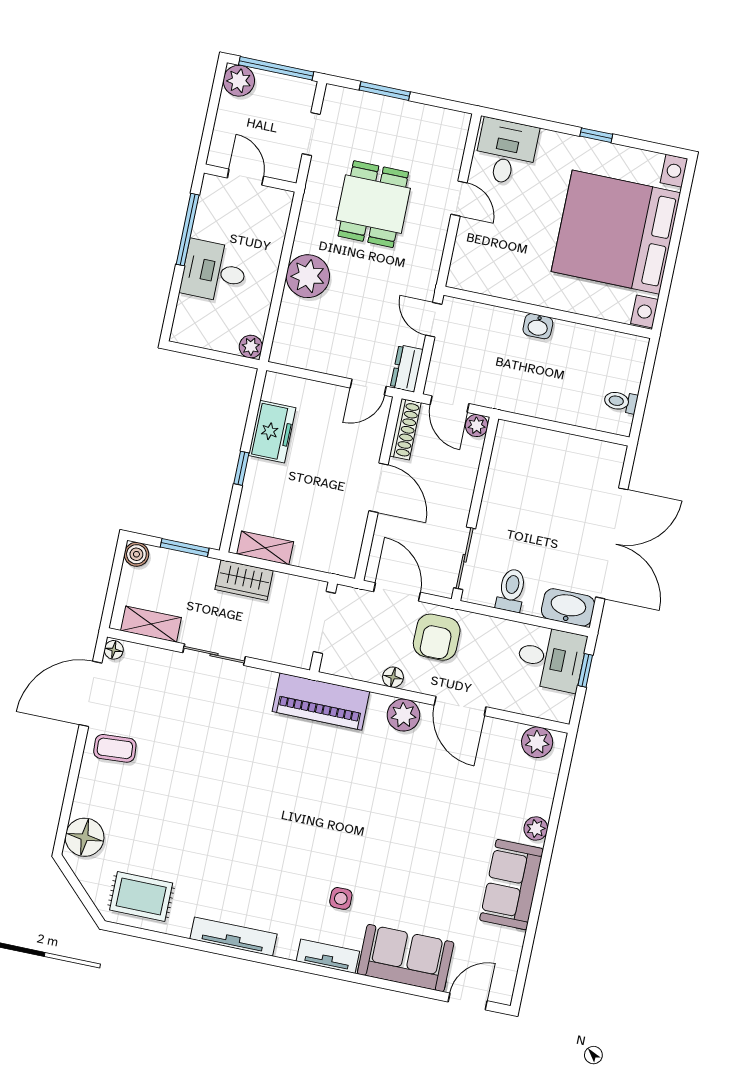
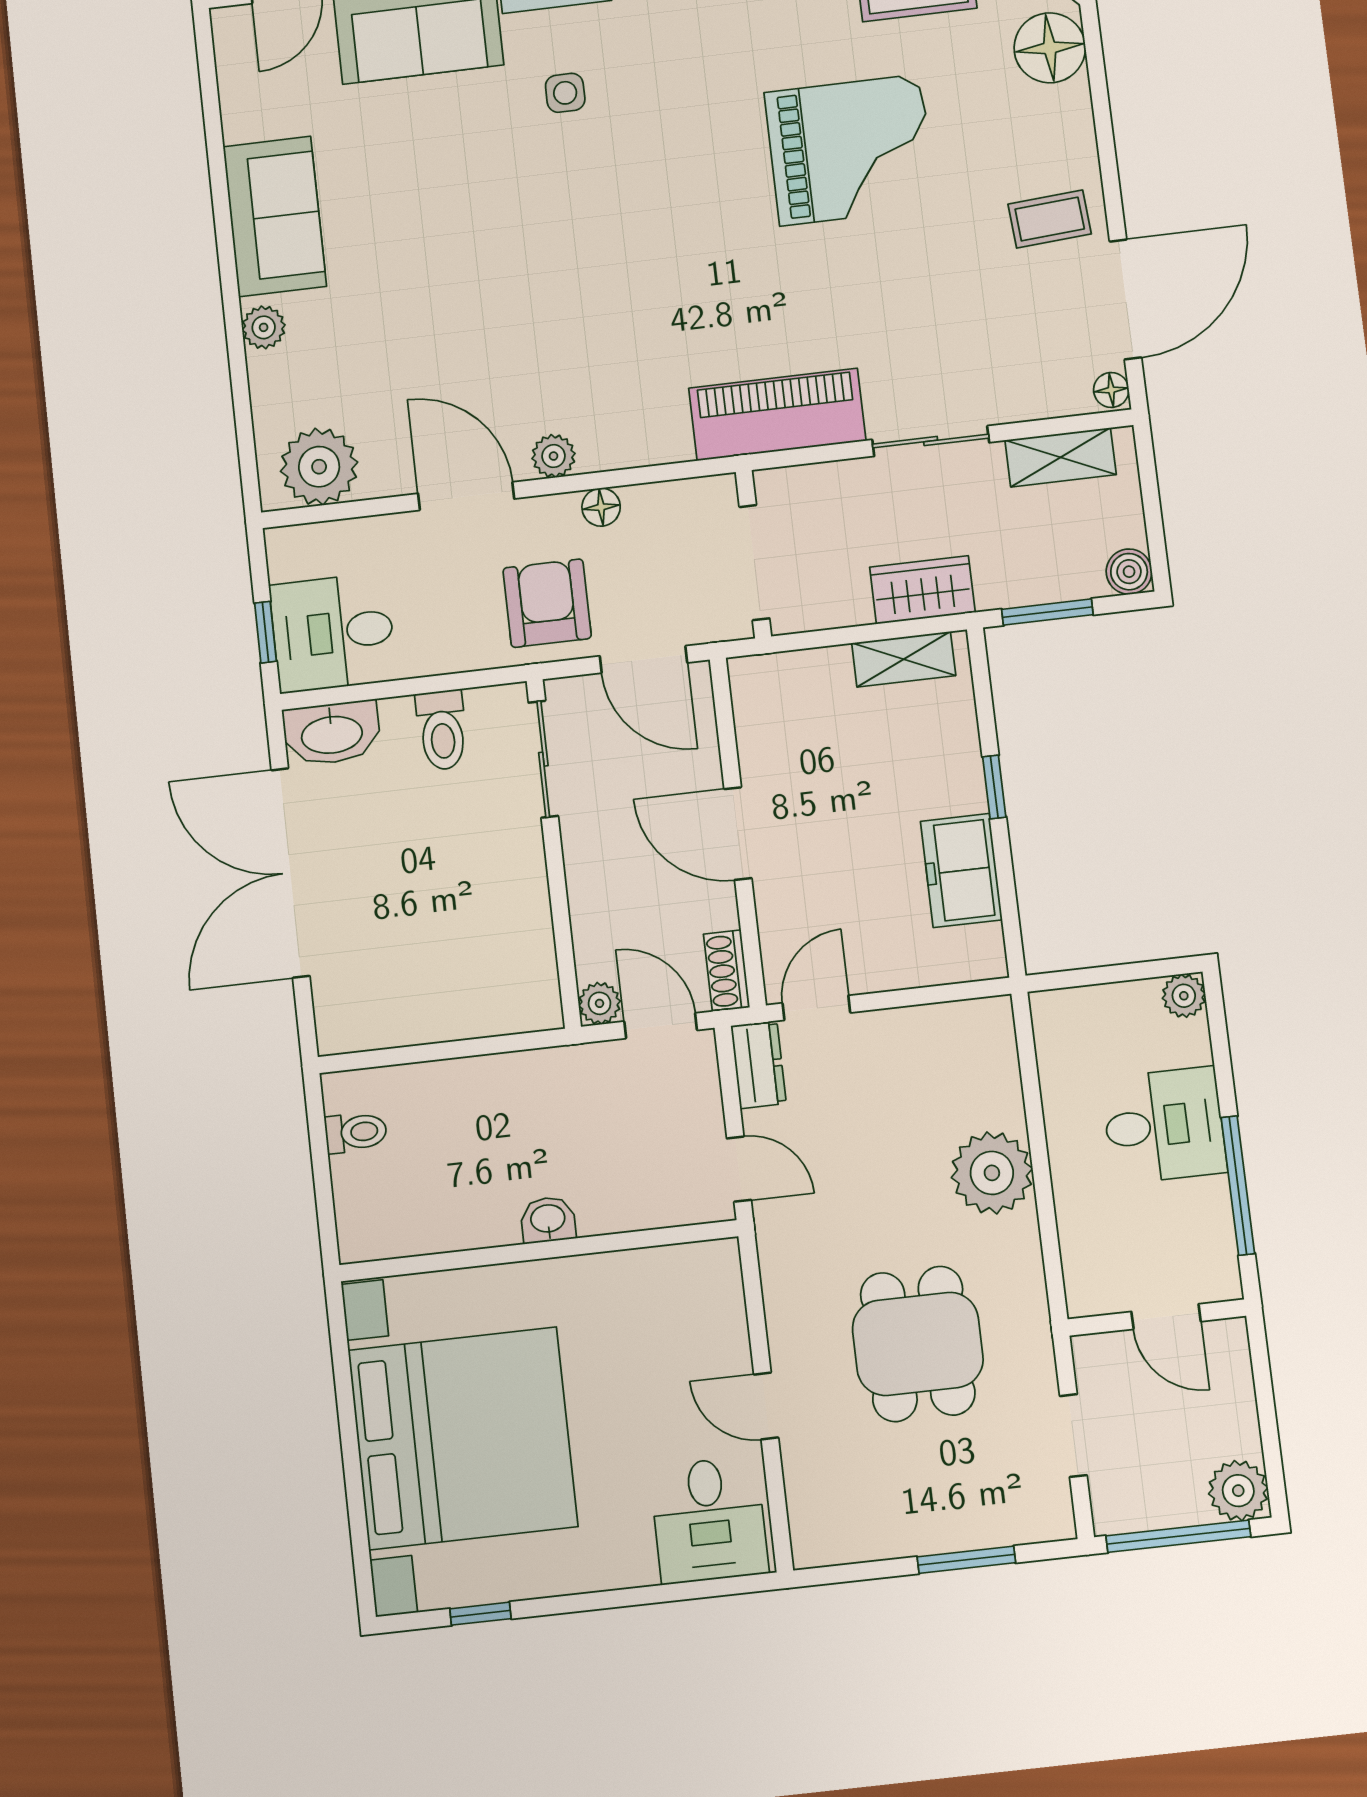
window: (596, 135) -> (480, 1614), moved
plant: (251, 347) -> (1184, 996), moved
shoe rack: (405, 429) -> (727, 971), width x0.70
piano: (321, 701) -> (777, 414), moved
plant: (403, 715) -> (554, 456), width x0.73, depth x0.73
plant: (537, 742) -> (319, 467), width x1.36, depth x1.36
grand piano: (204, 819) -> (850, 150), added

